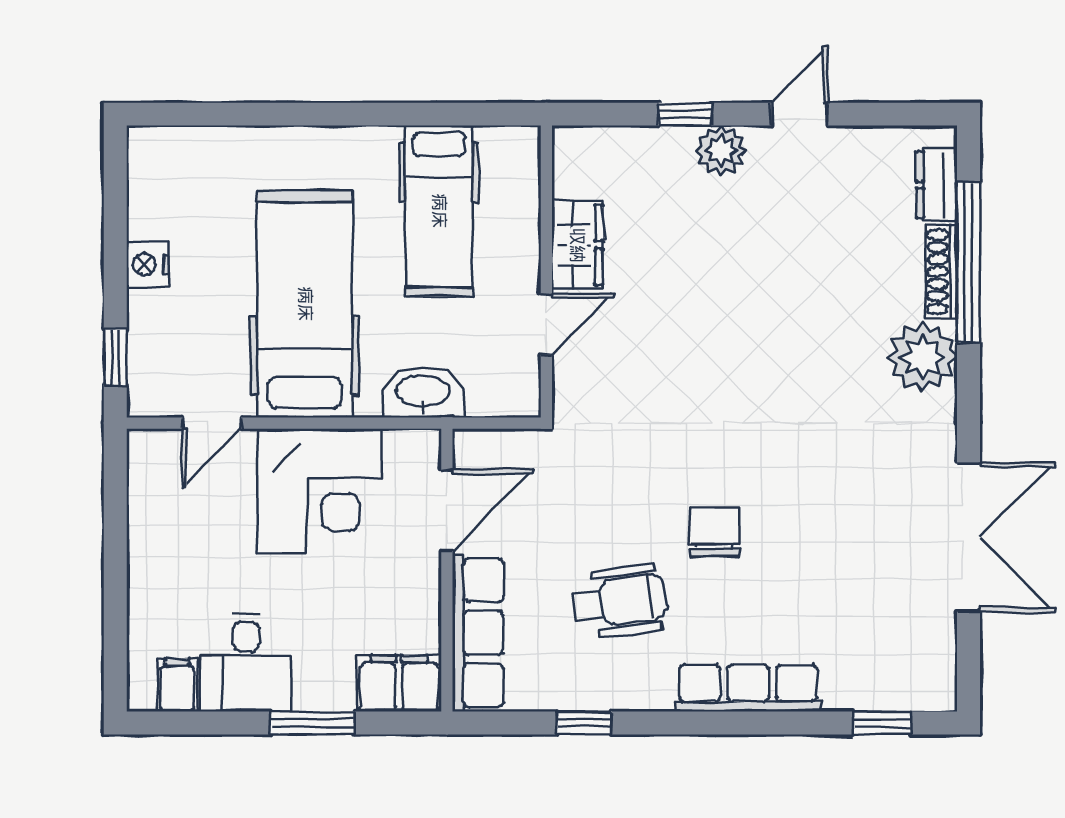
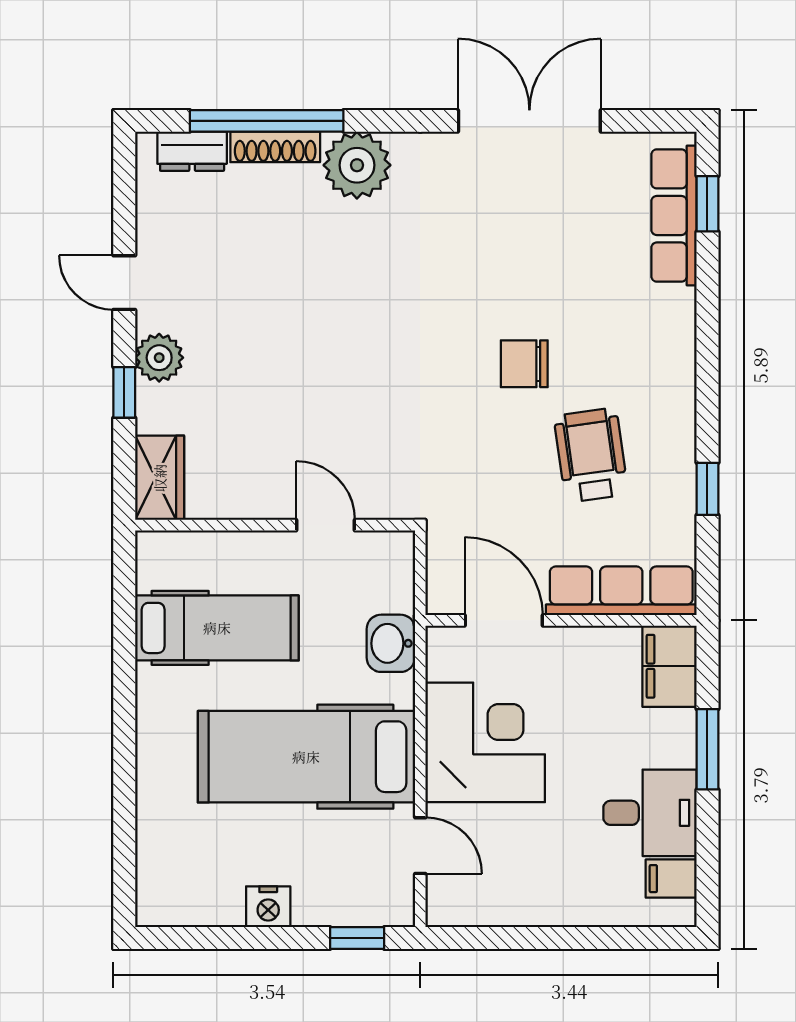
wardrobe: (577, 245) -> (160, 478), moved, turned 90
washbasin: (423, 392) -> (391, 643), width x0.72
row of seats: (748, 688) -> (674, 215), moved

